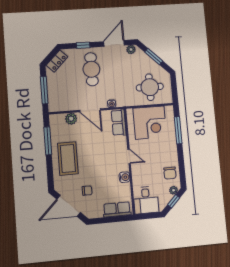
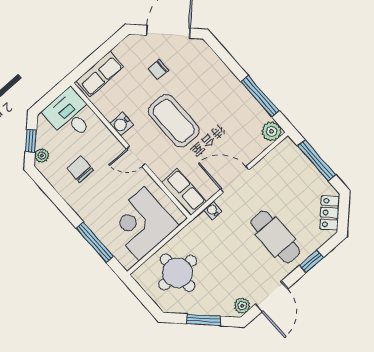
plant: (71, 119) -> (272, 131), moved
coffee table: (68, 159) -> (174, 121), moved
chair: (170, 173) -> (80, 169), moved

